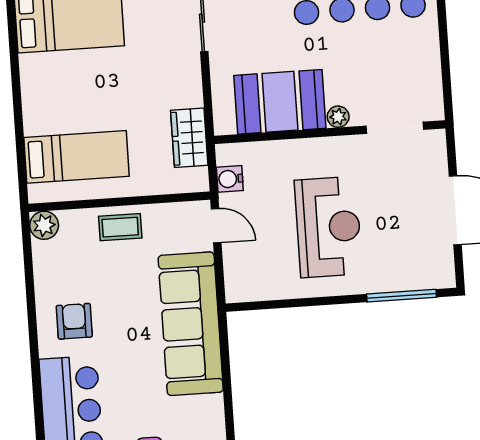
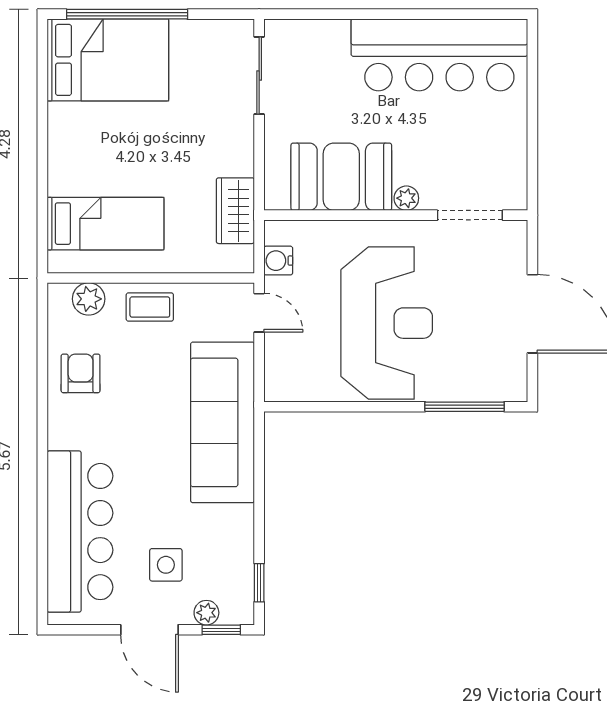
plant: (44, 225) -> (89, 299), moved
reception desk: (328, 227) -> (387, 323), width x1.36, depth x1.30
armchair: (74, 321) -> (81, 373), moved

